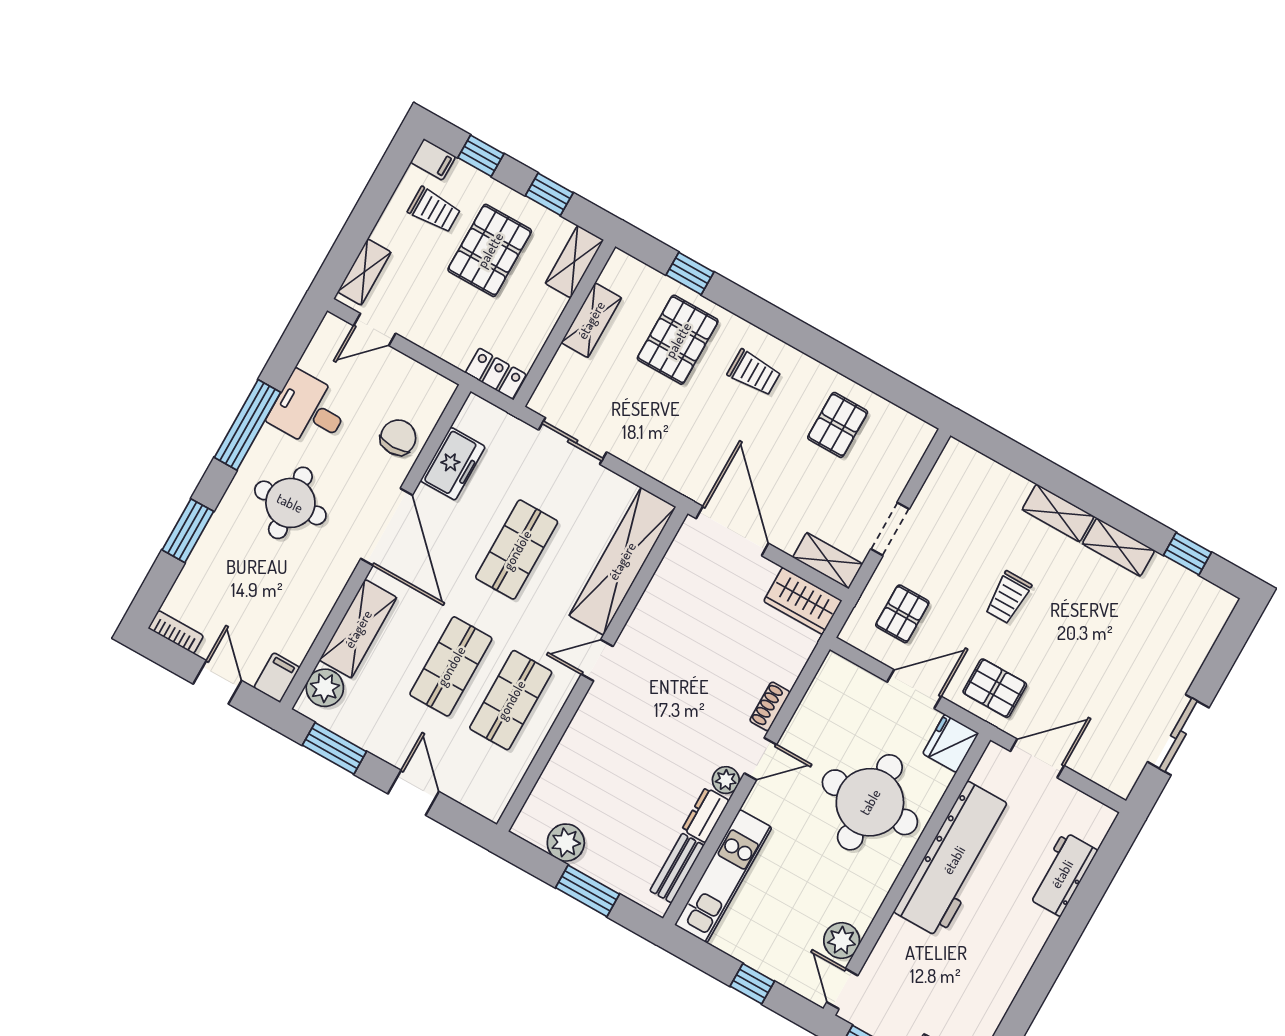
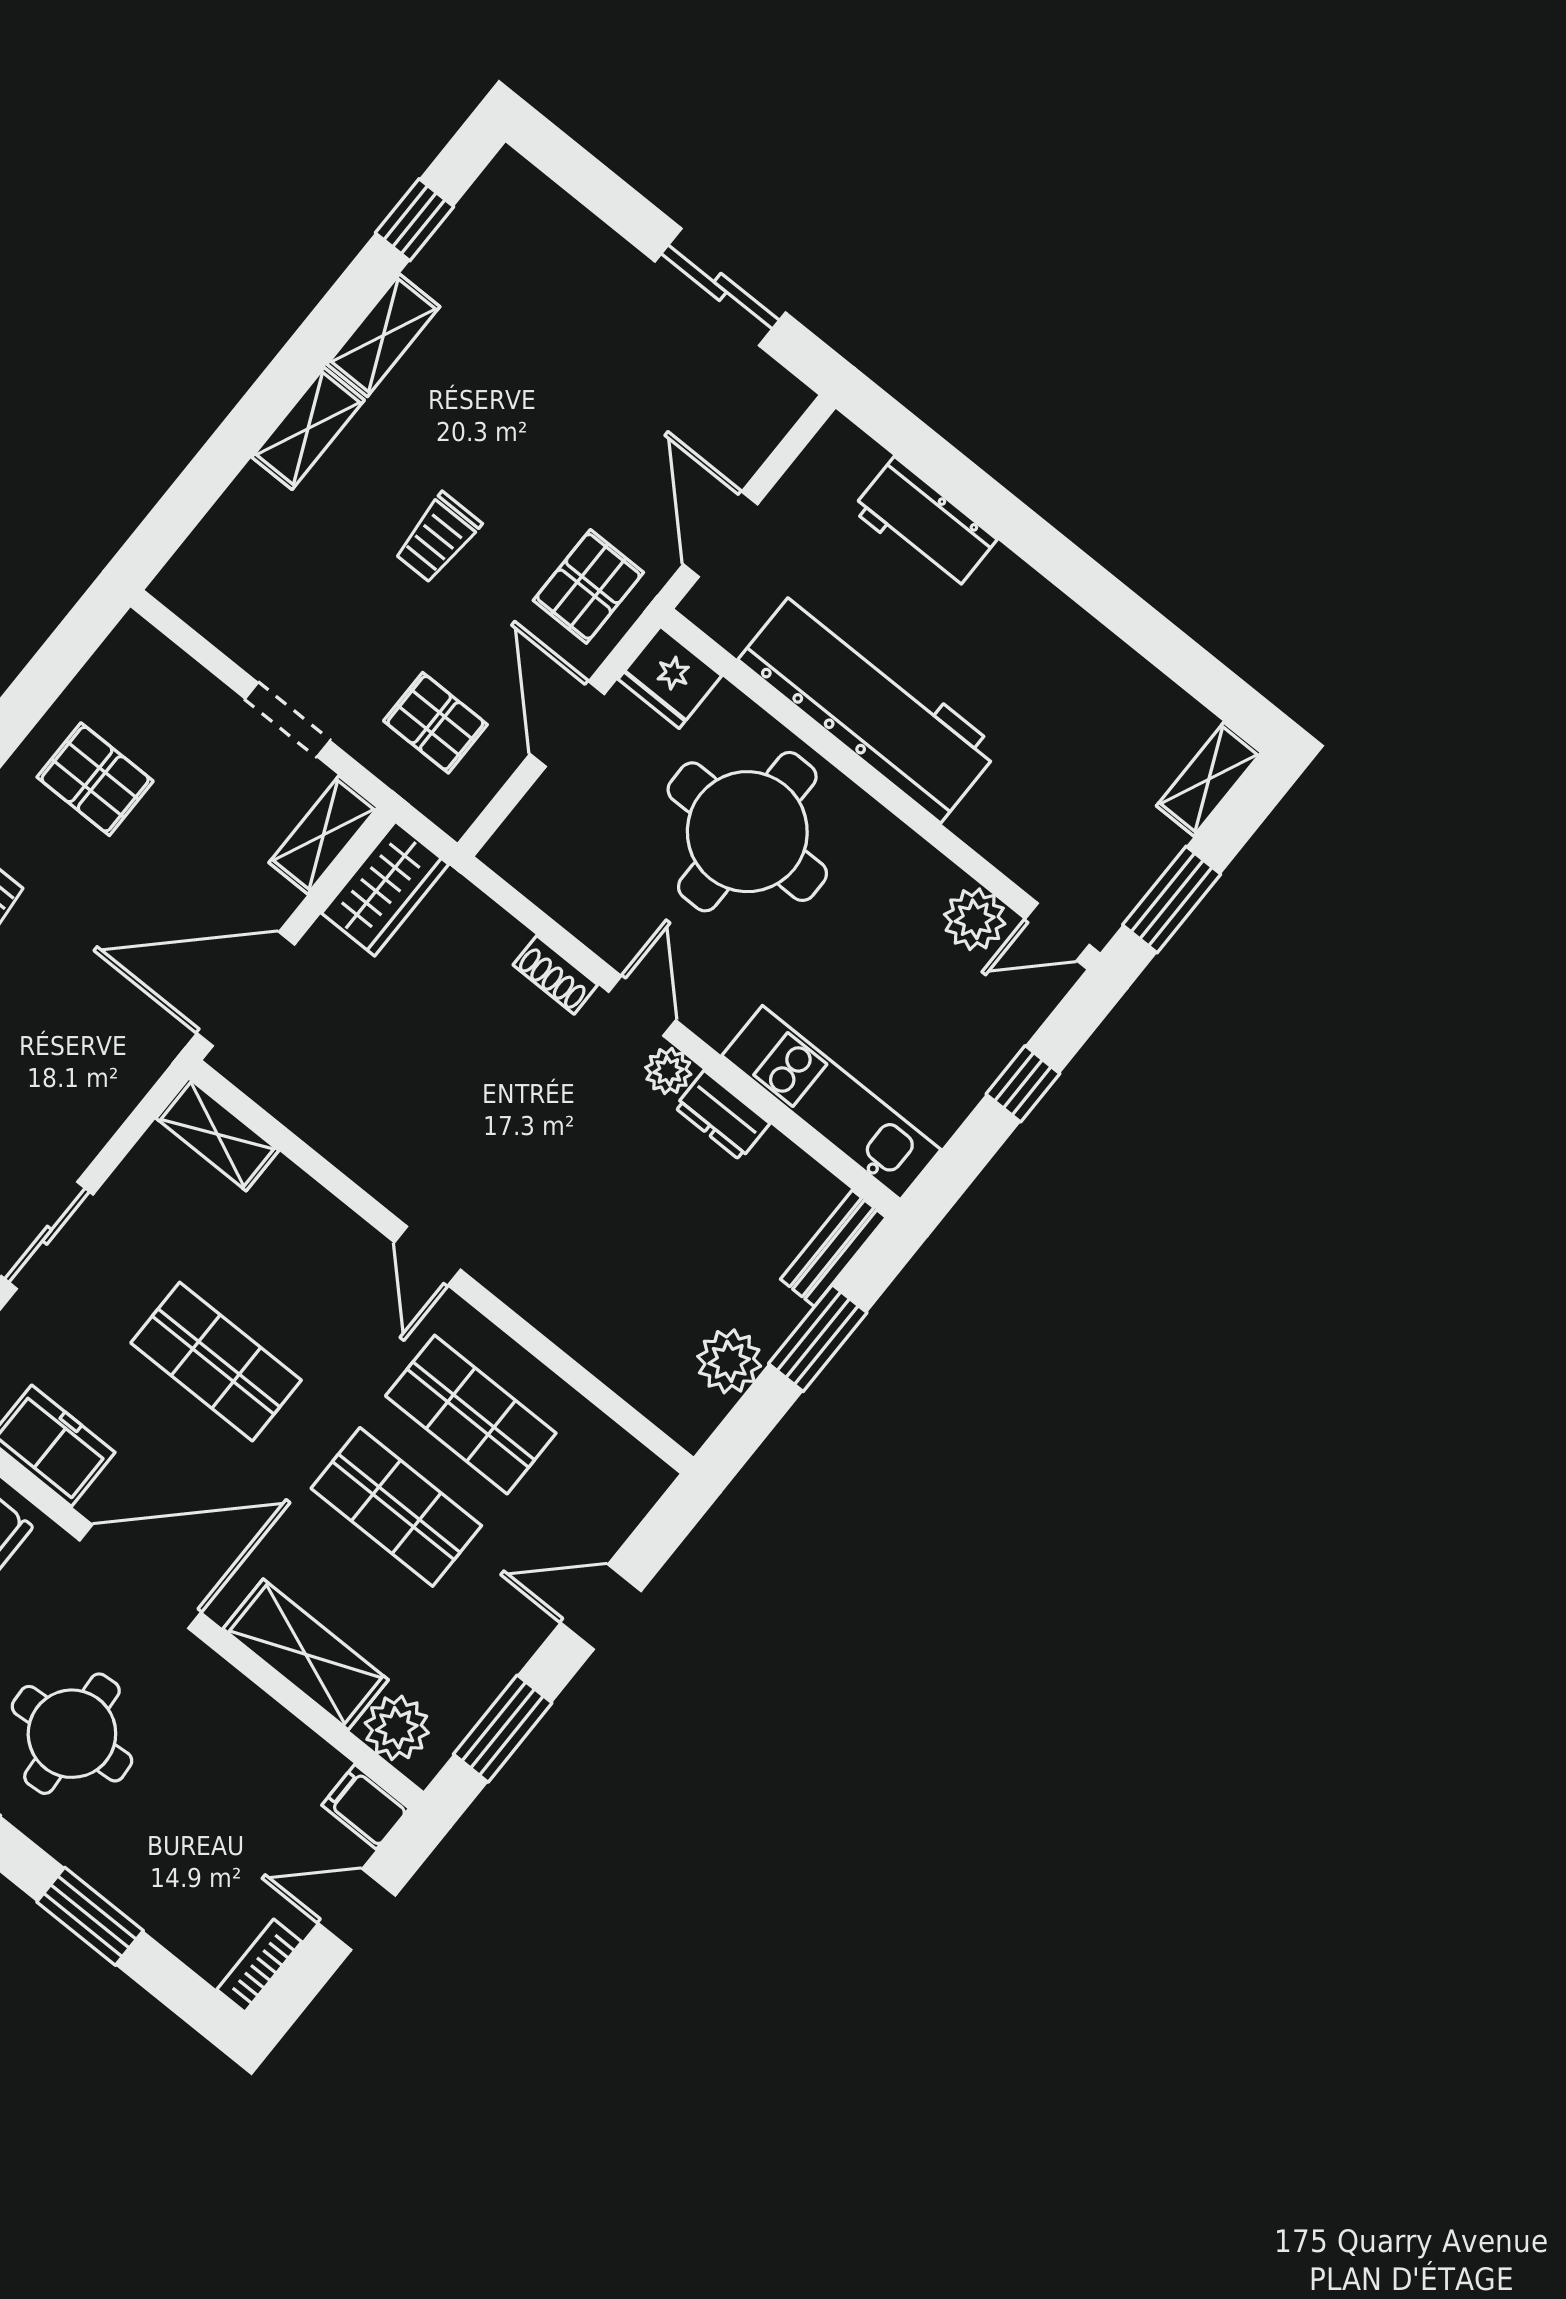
shelving: (622, 561) -> (217, 1134), width x0.45, depth x0.75
trolley: (1008, 597) -> (438, 538), turned 90
bench: (677, 868) -> (833, 1248), moved, turned 90

